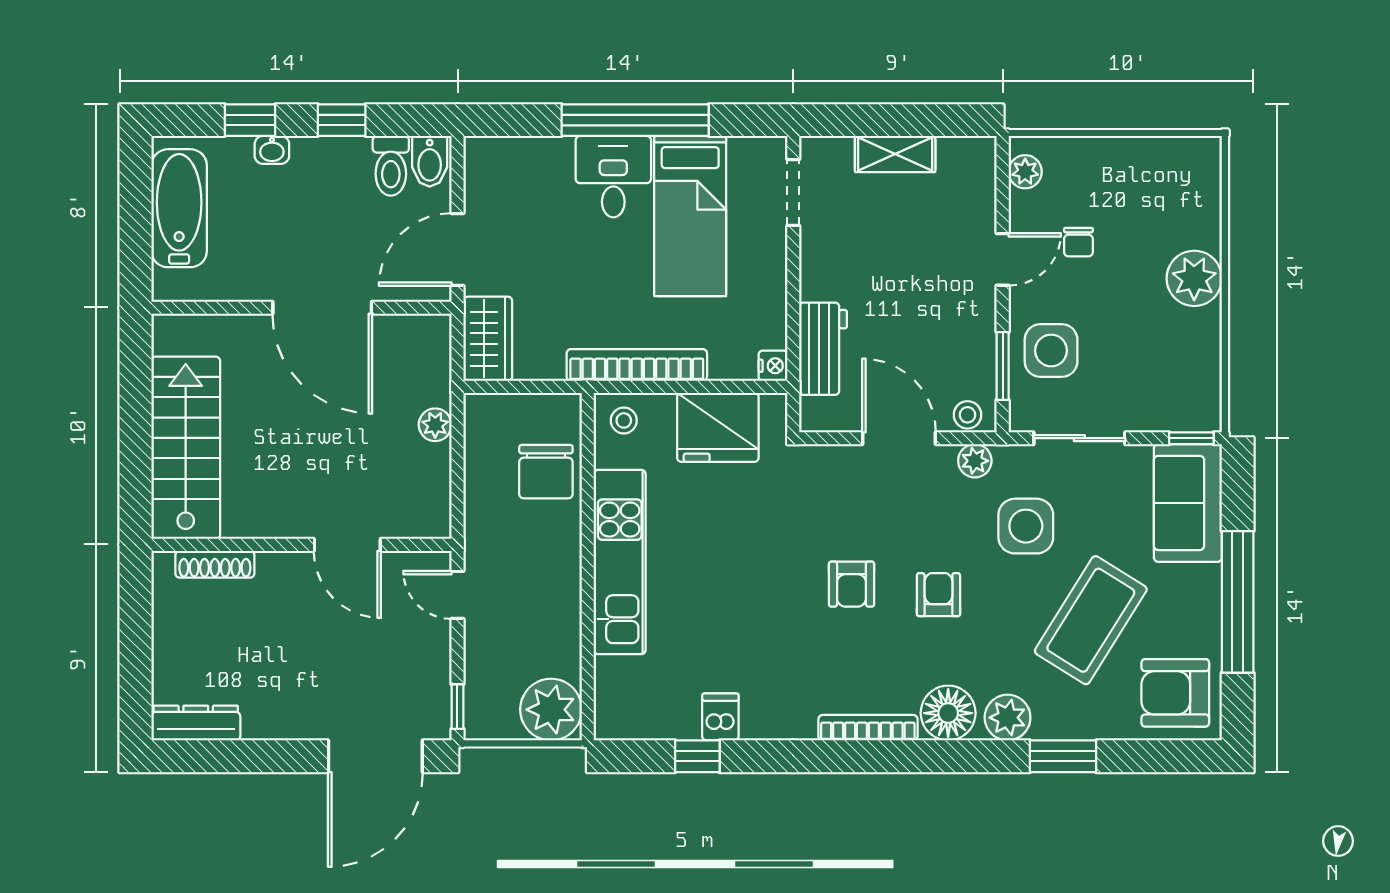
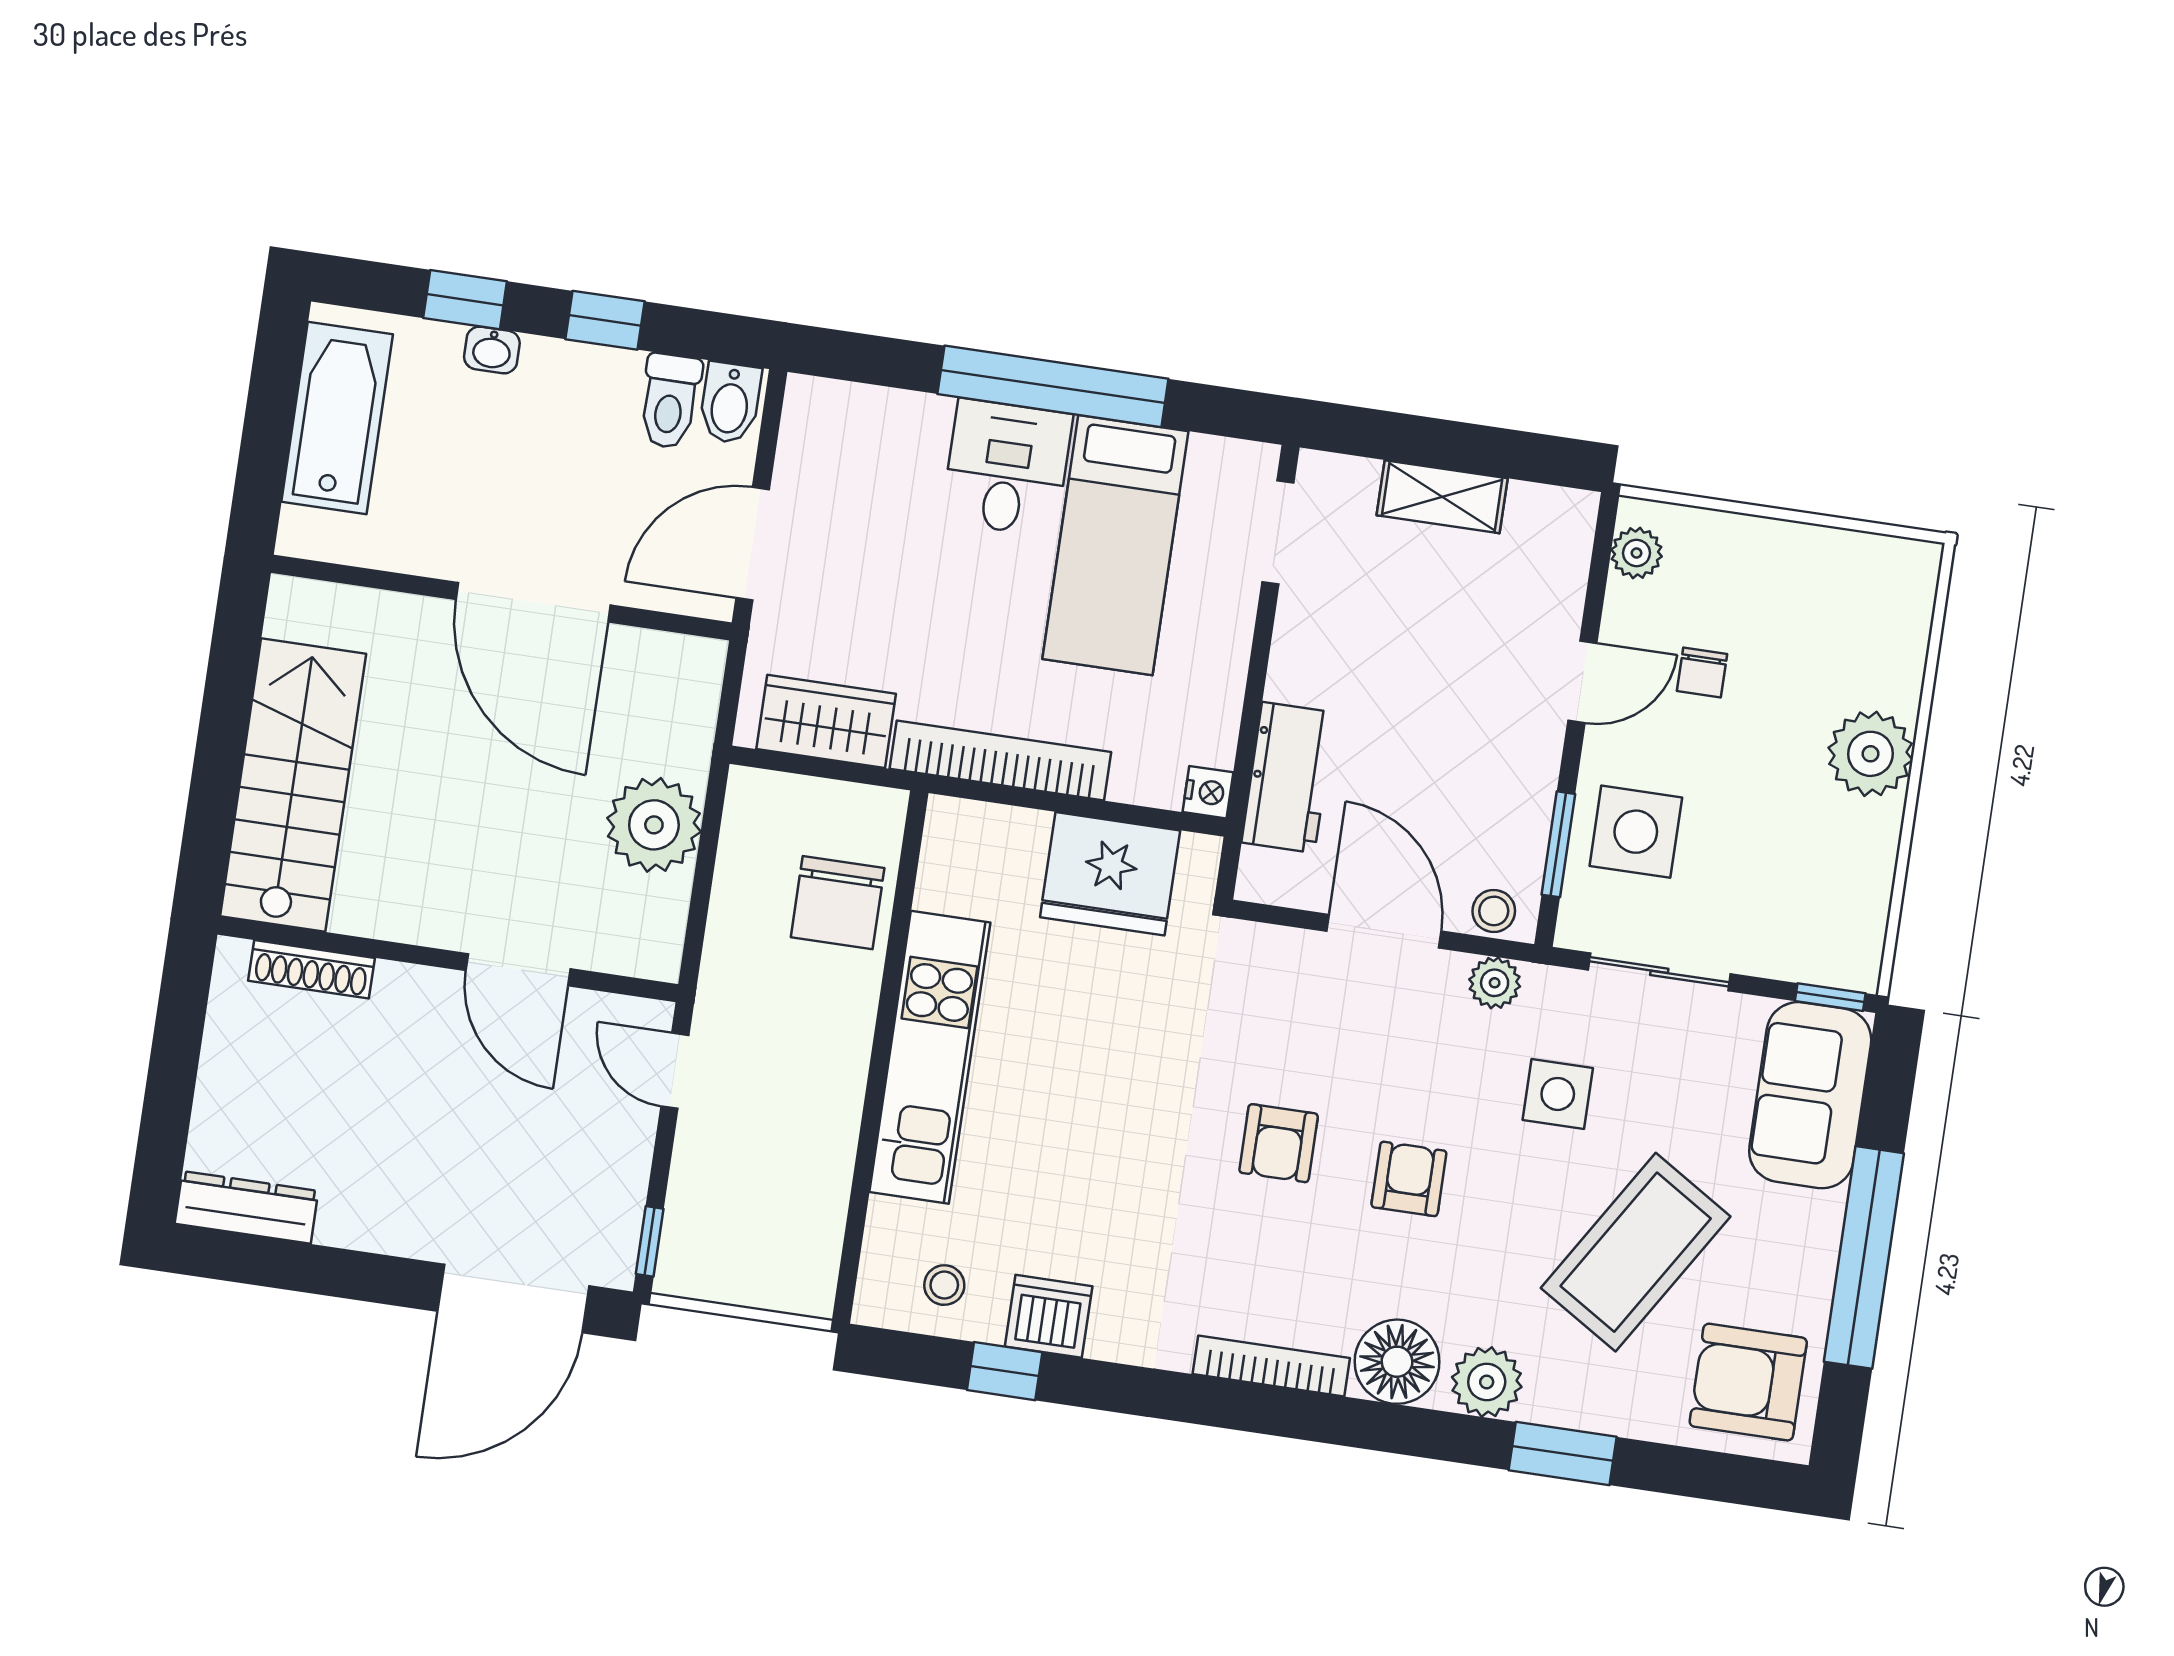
wardrobe: (488, 339) -> (826, 721), moved, turned -90
stool: (624, 420) -> (944, 1285), moved
plant: (435, 425) -> (654, 825), width x1.88, depth x1.88
side table: (1026, 526) -> (1558, 1094), width x0.73, depth x0.73
plant: (551, 710) -> (792, 1267), removed
dishwasher: (720, 717) -> (1049, 1316), width x1.38

